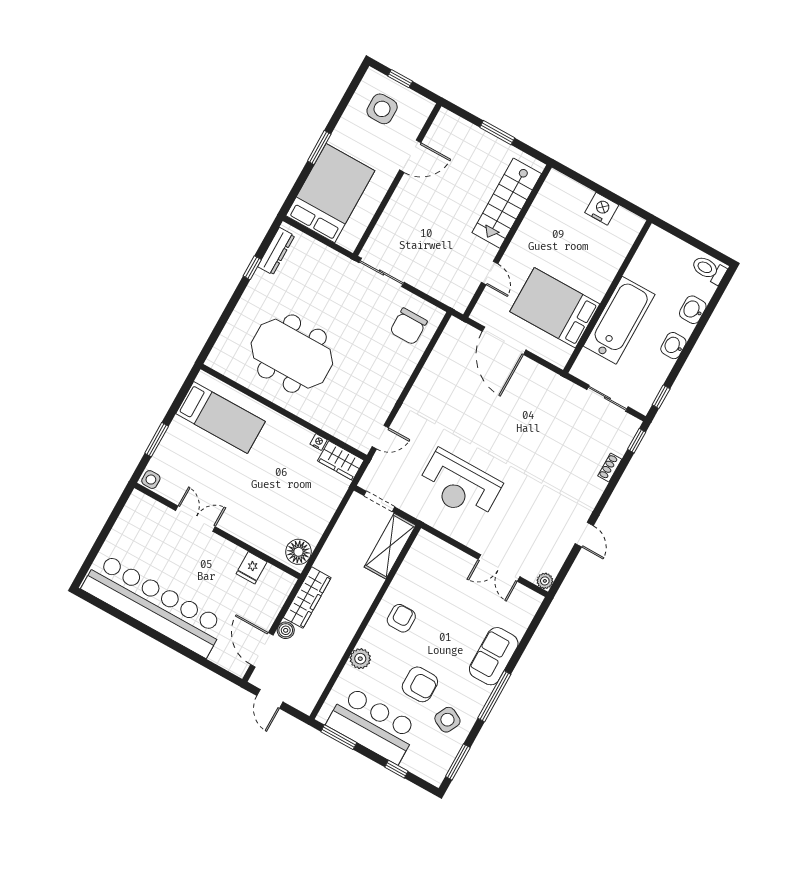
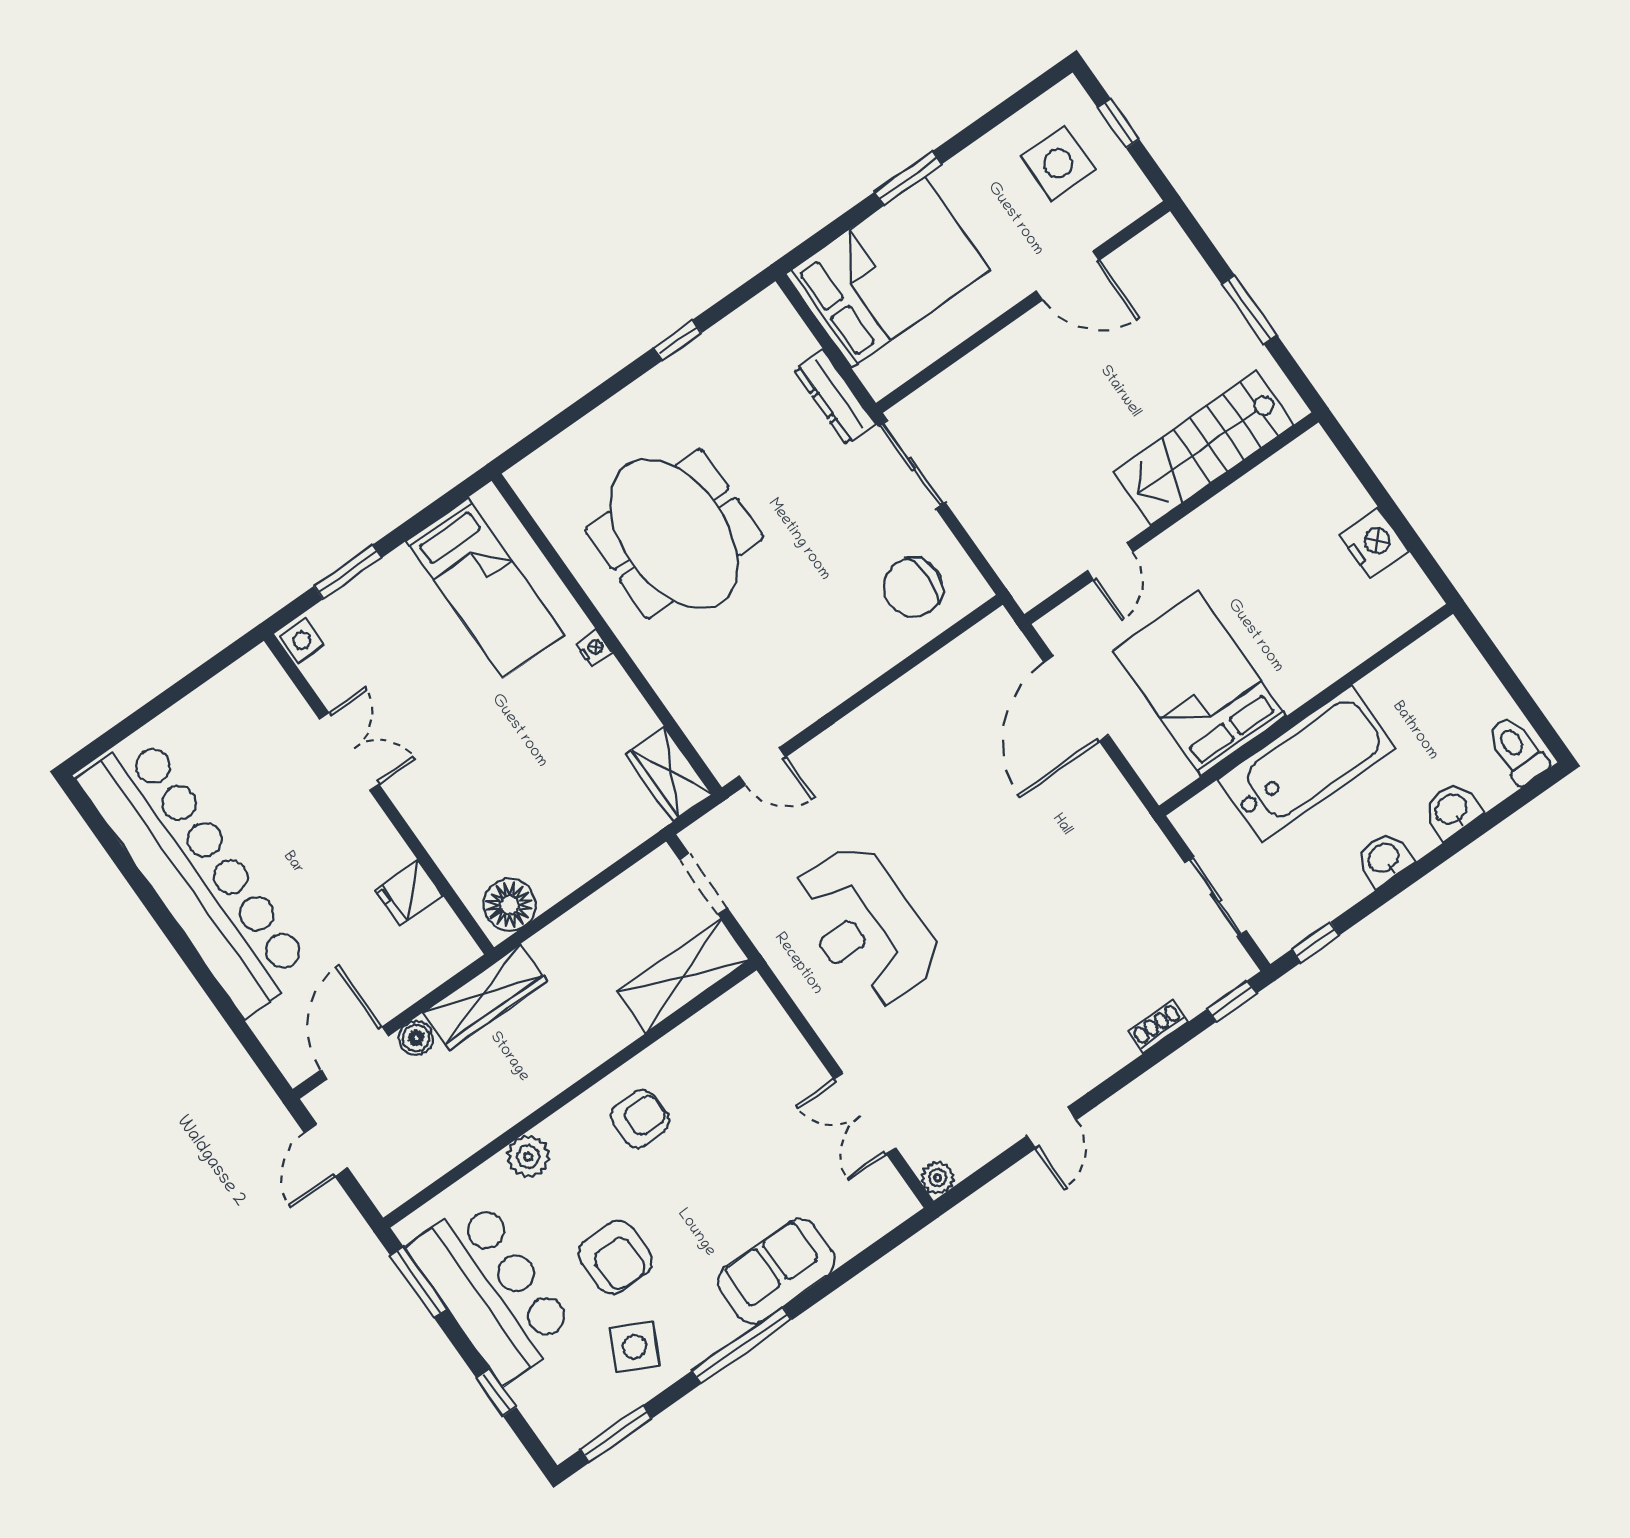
dresser: (276, 251) -> (835, 397), moved, turned 90
nightstand: (319, 442) -> (594, 648), moved

